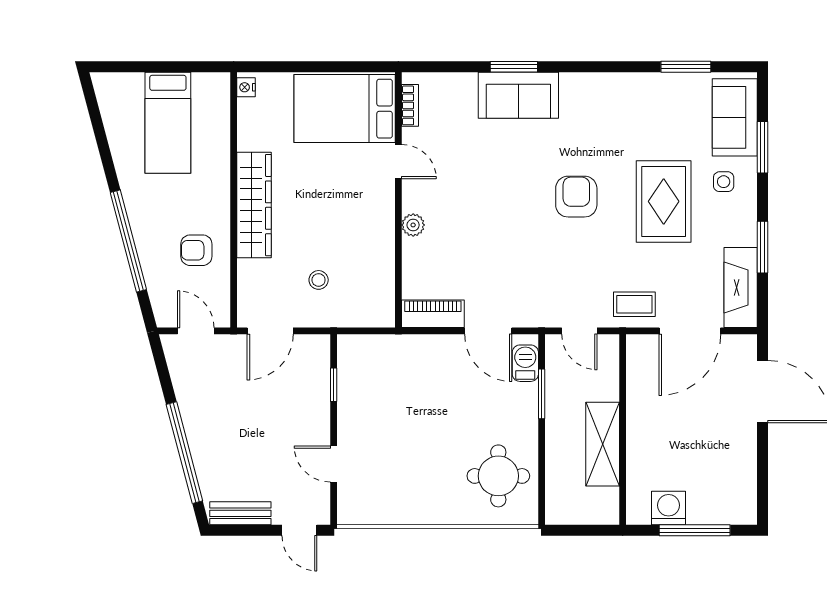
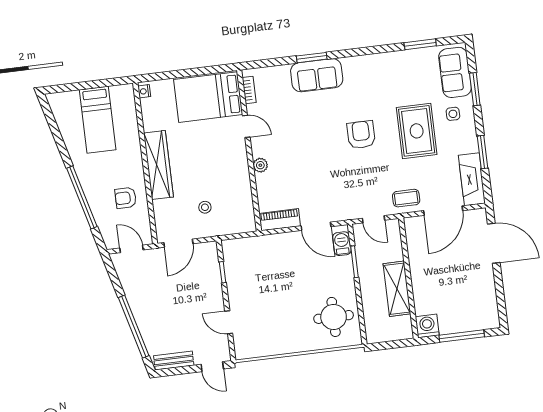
washing machine: (669, 508) -> (427, 326), moved

